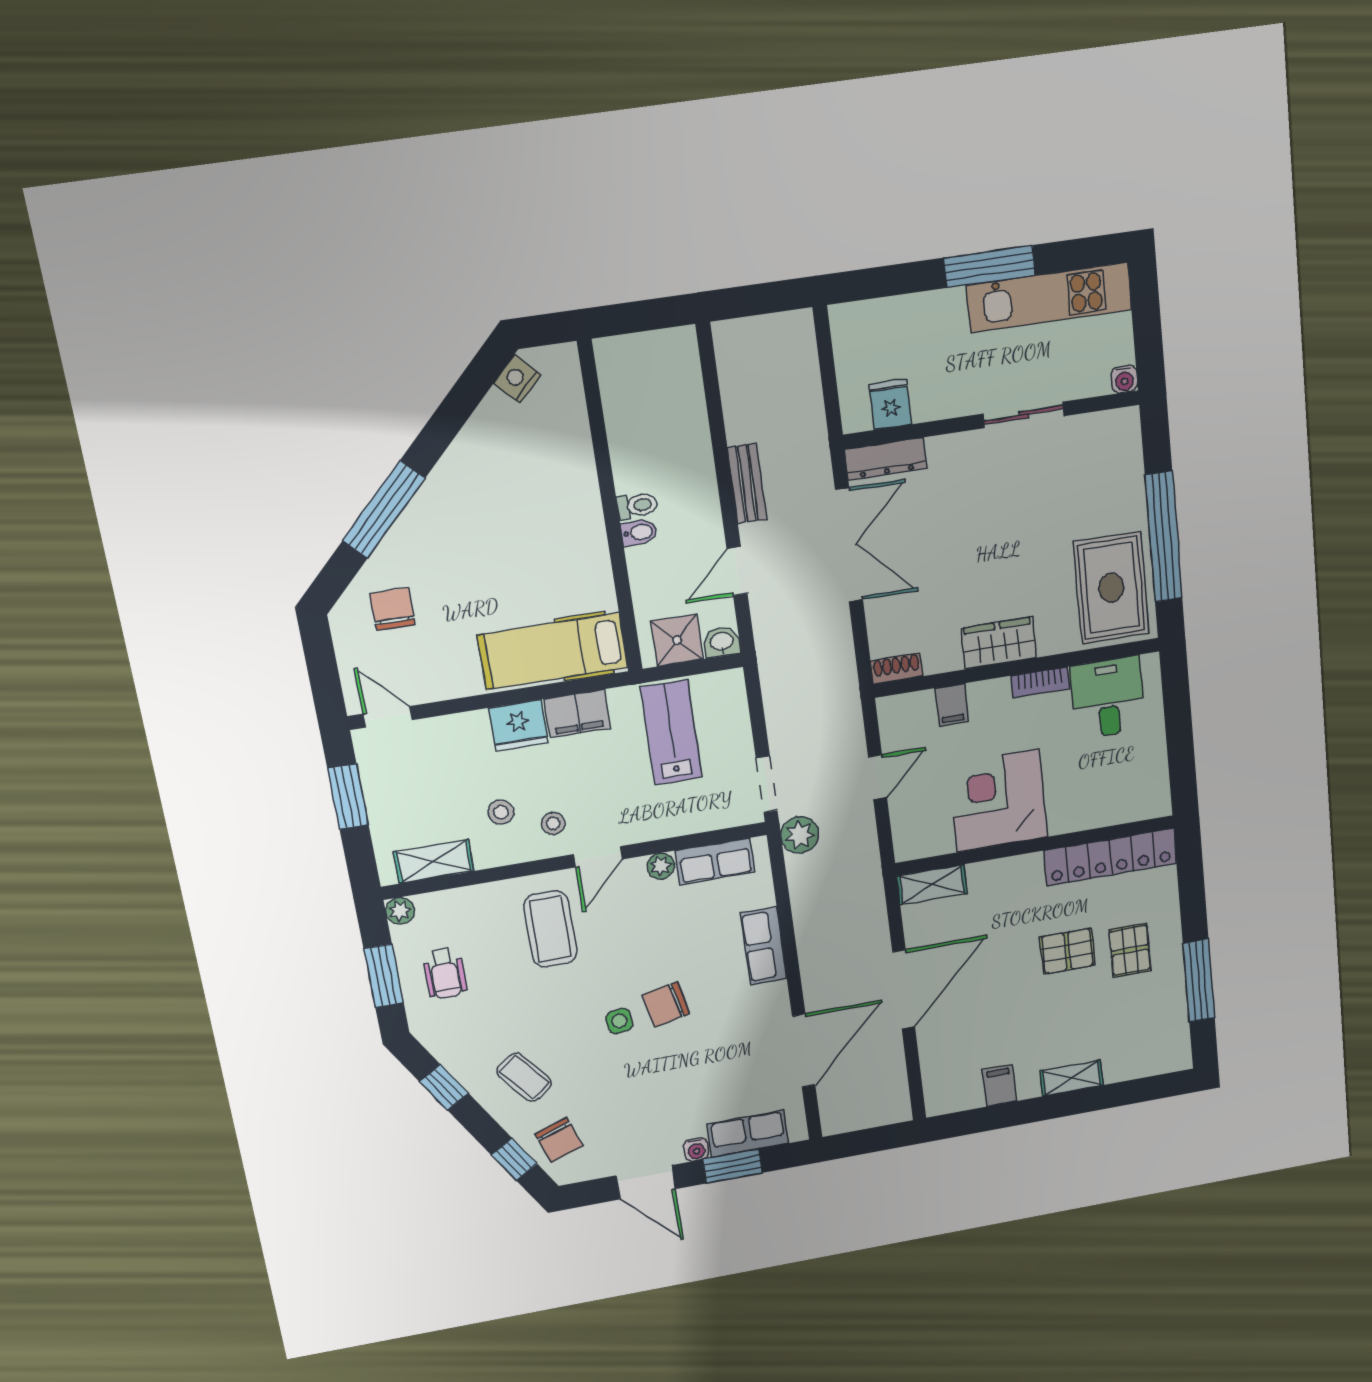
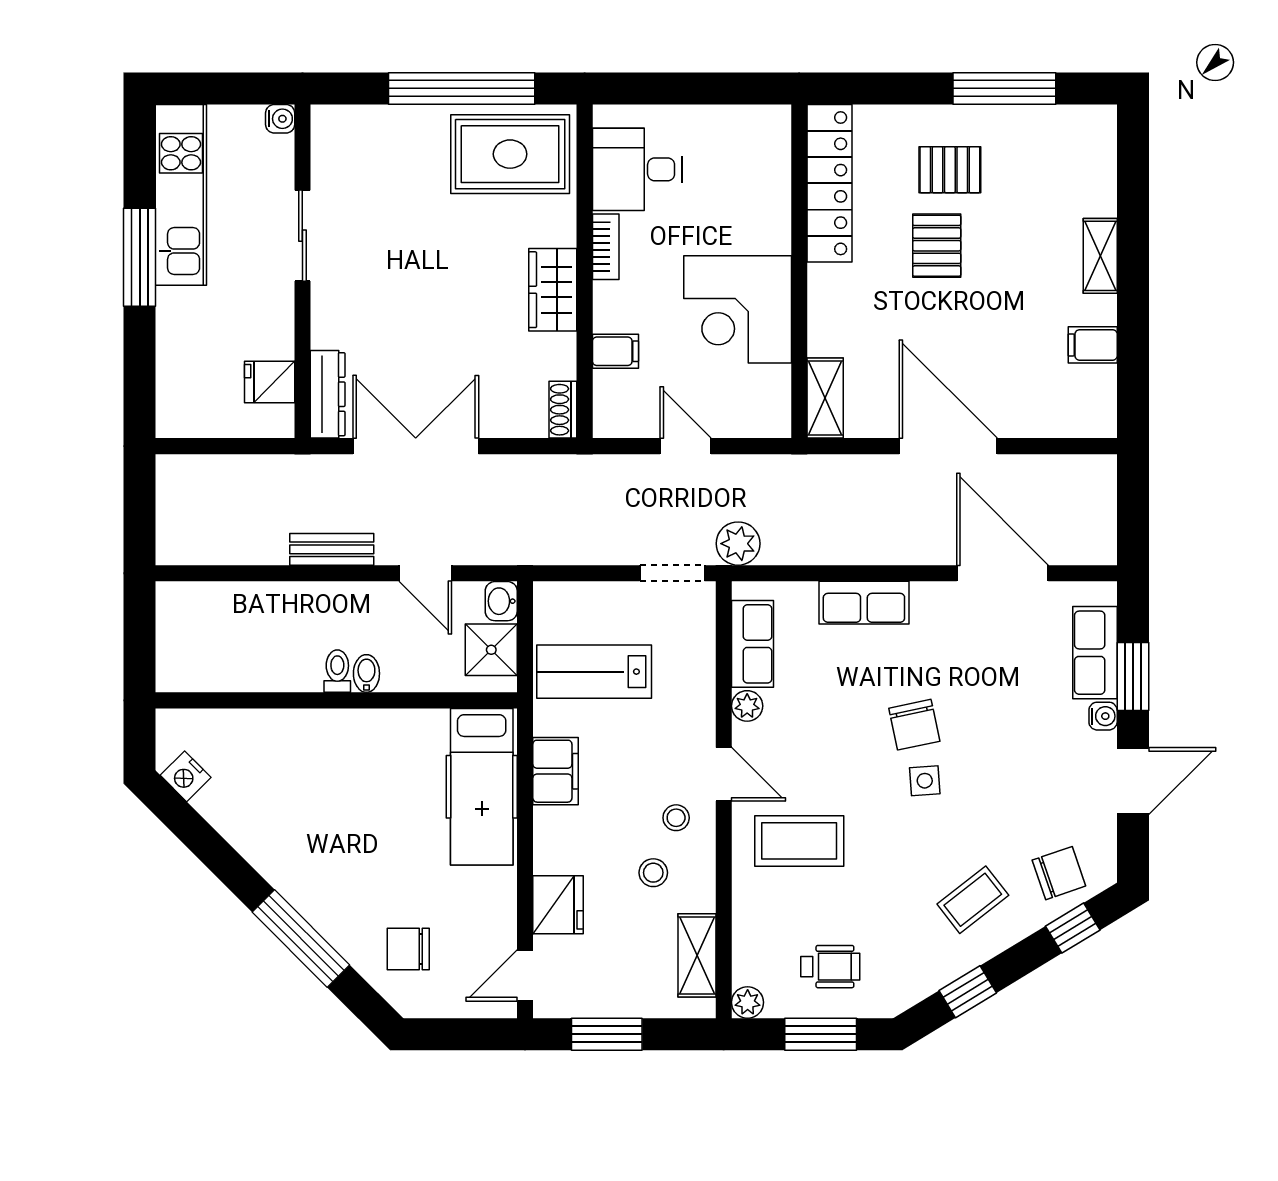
fridge: (518, 725) -> (558, 905), moved

